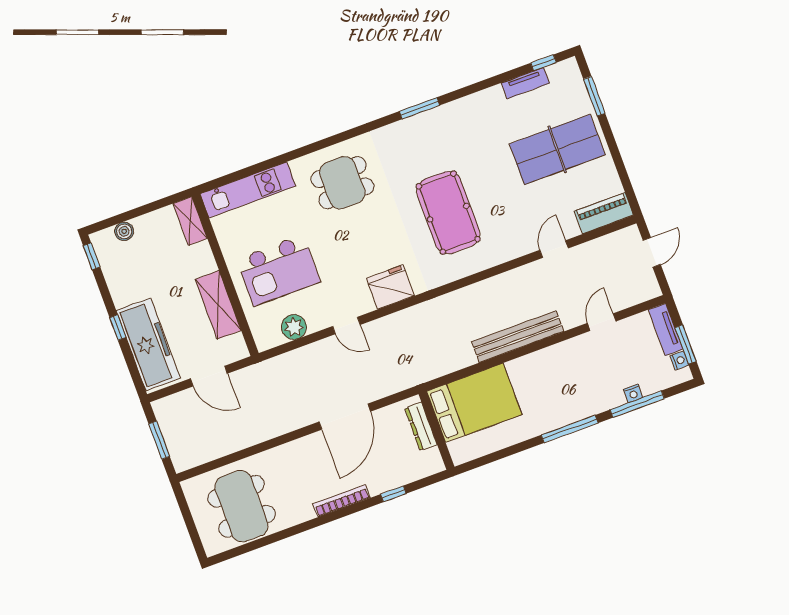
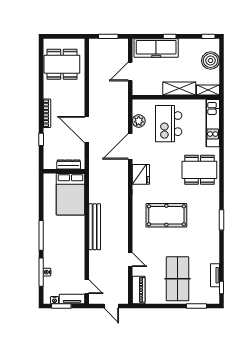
dining table: (342, 183) -> (199, 170), width x1.38
boiler: (124, 231) -> (211, 61), width x1.86, depth x1.86
shelving: (218, 305) -> (179, 89), moved
door: (602, 322) -> (87, 287), moved
door: (346, 325) -> (130, 146), width x1.88

